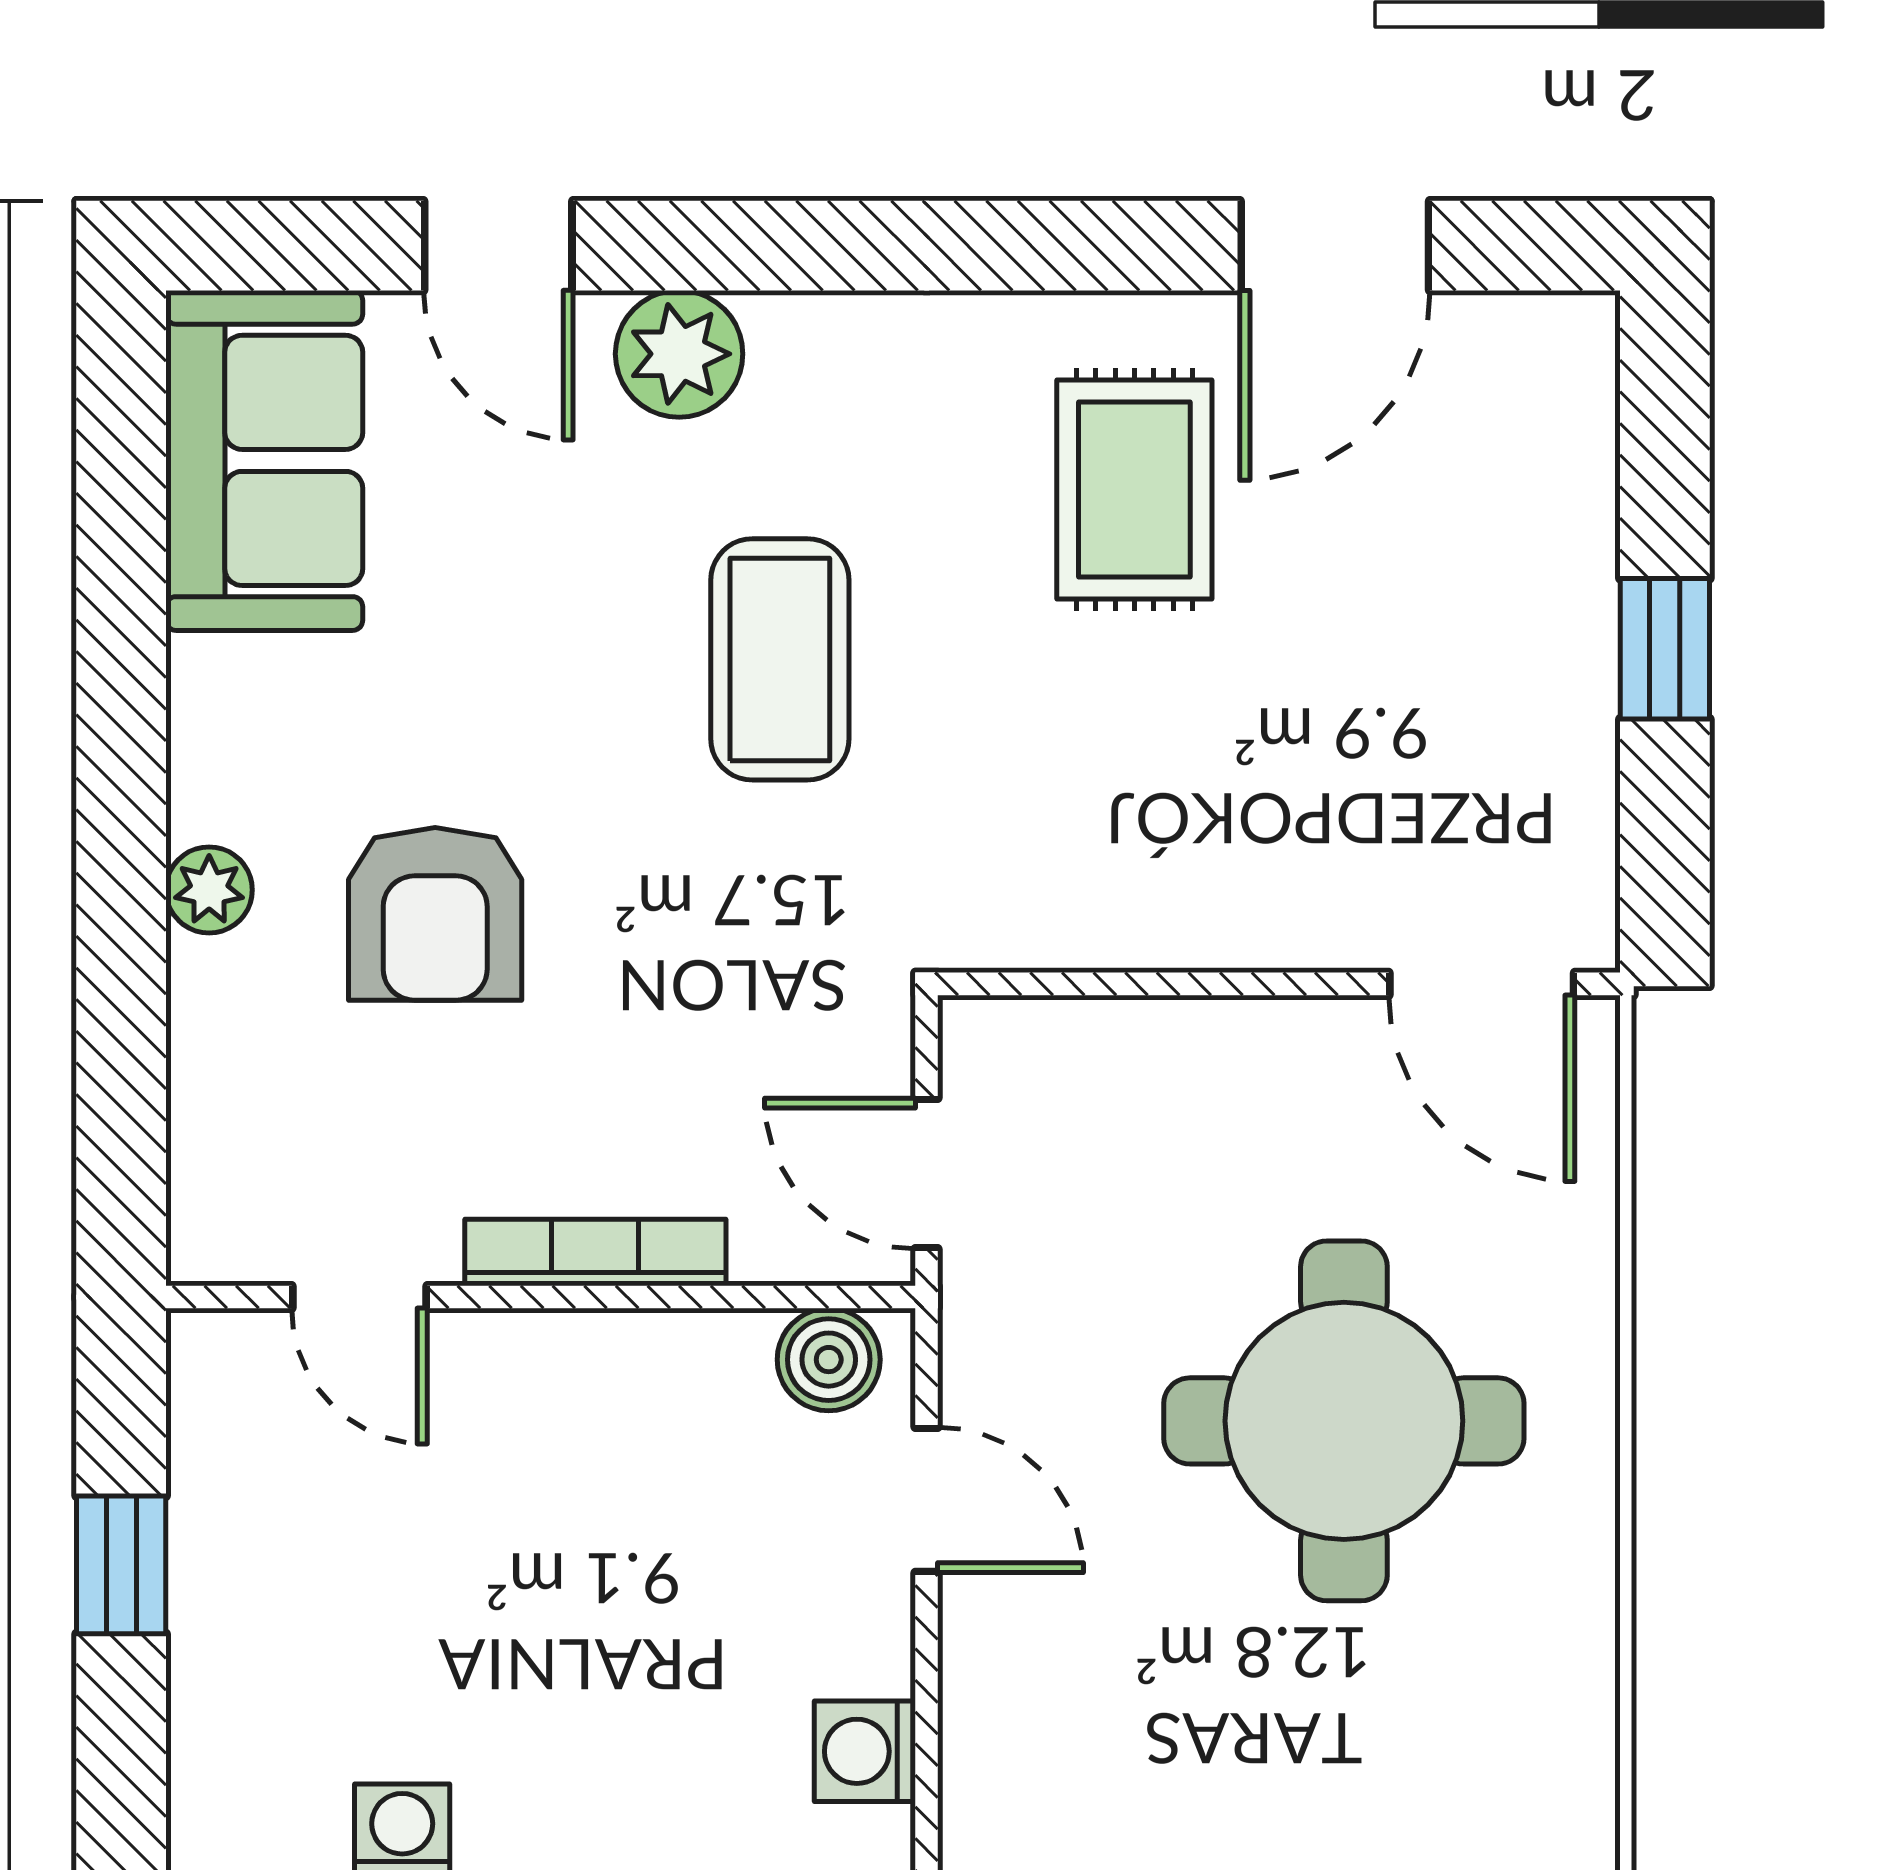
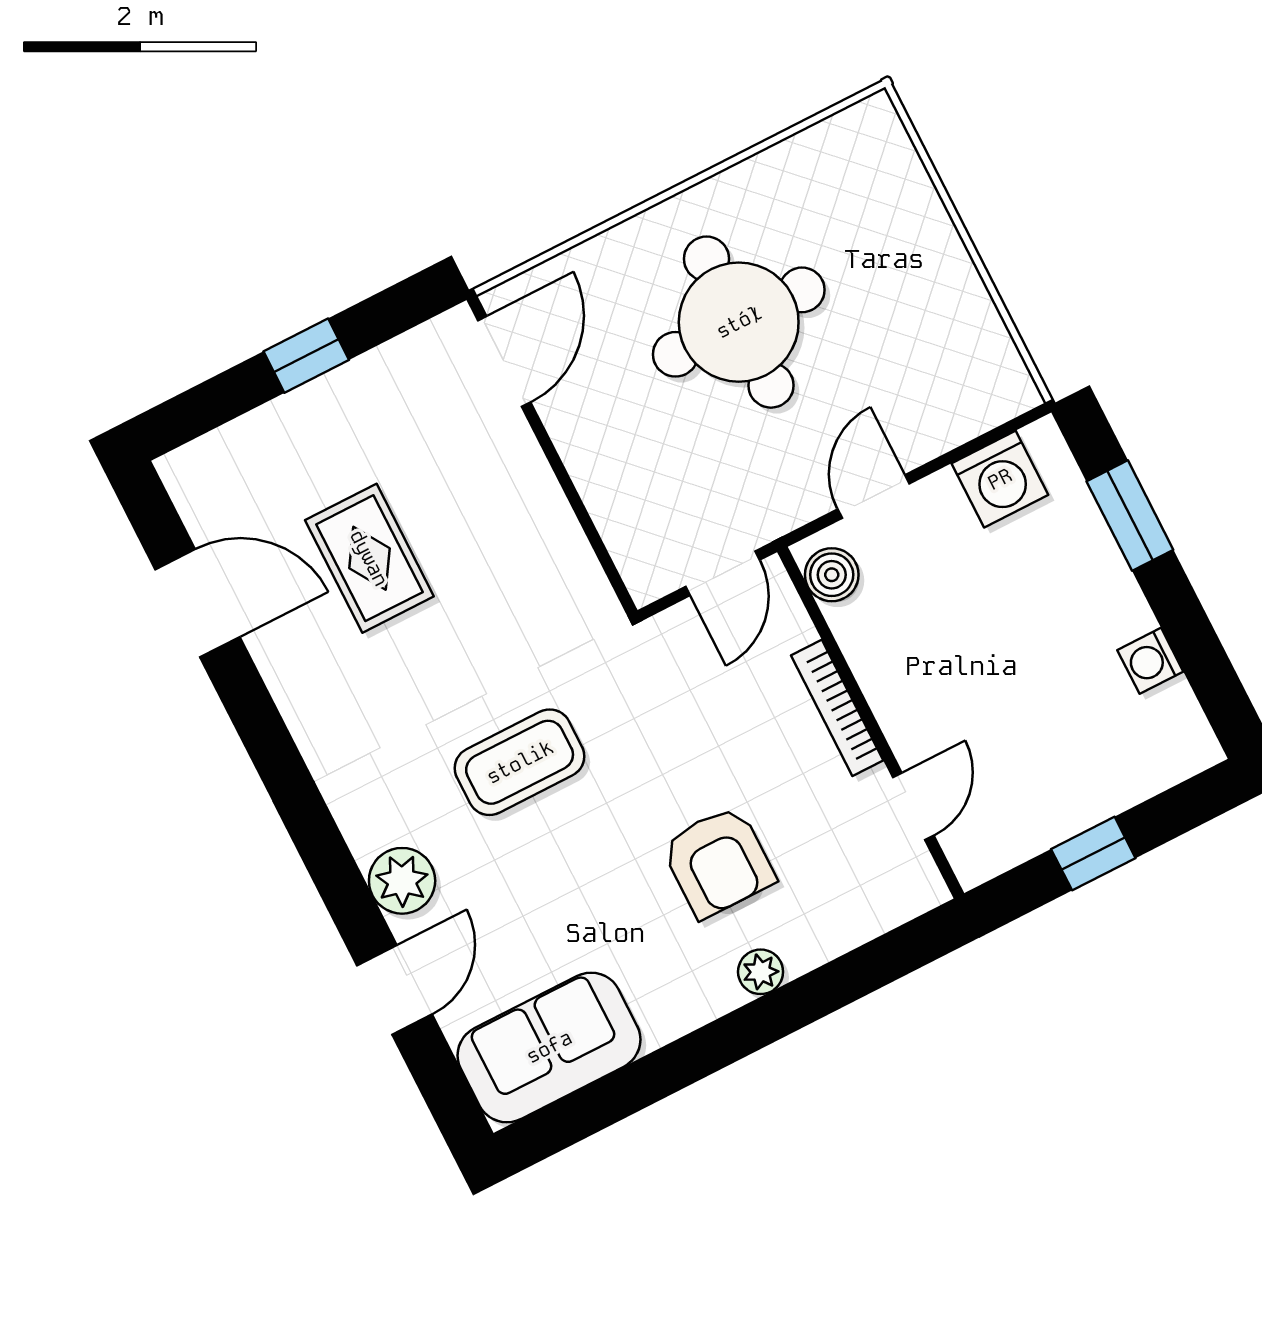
rug: (1134, 490) -> (369, 558), moved, turned 90
armchair: (435, 914) -> (718, 862), turned 90
washing machine: (865, 1751) -> (1000, 479), width x1.38, depth x1.38

